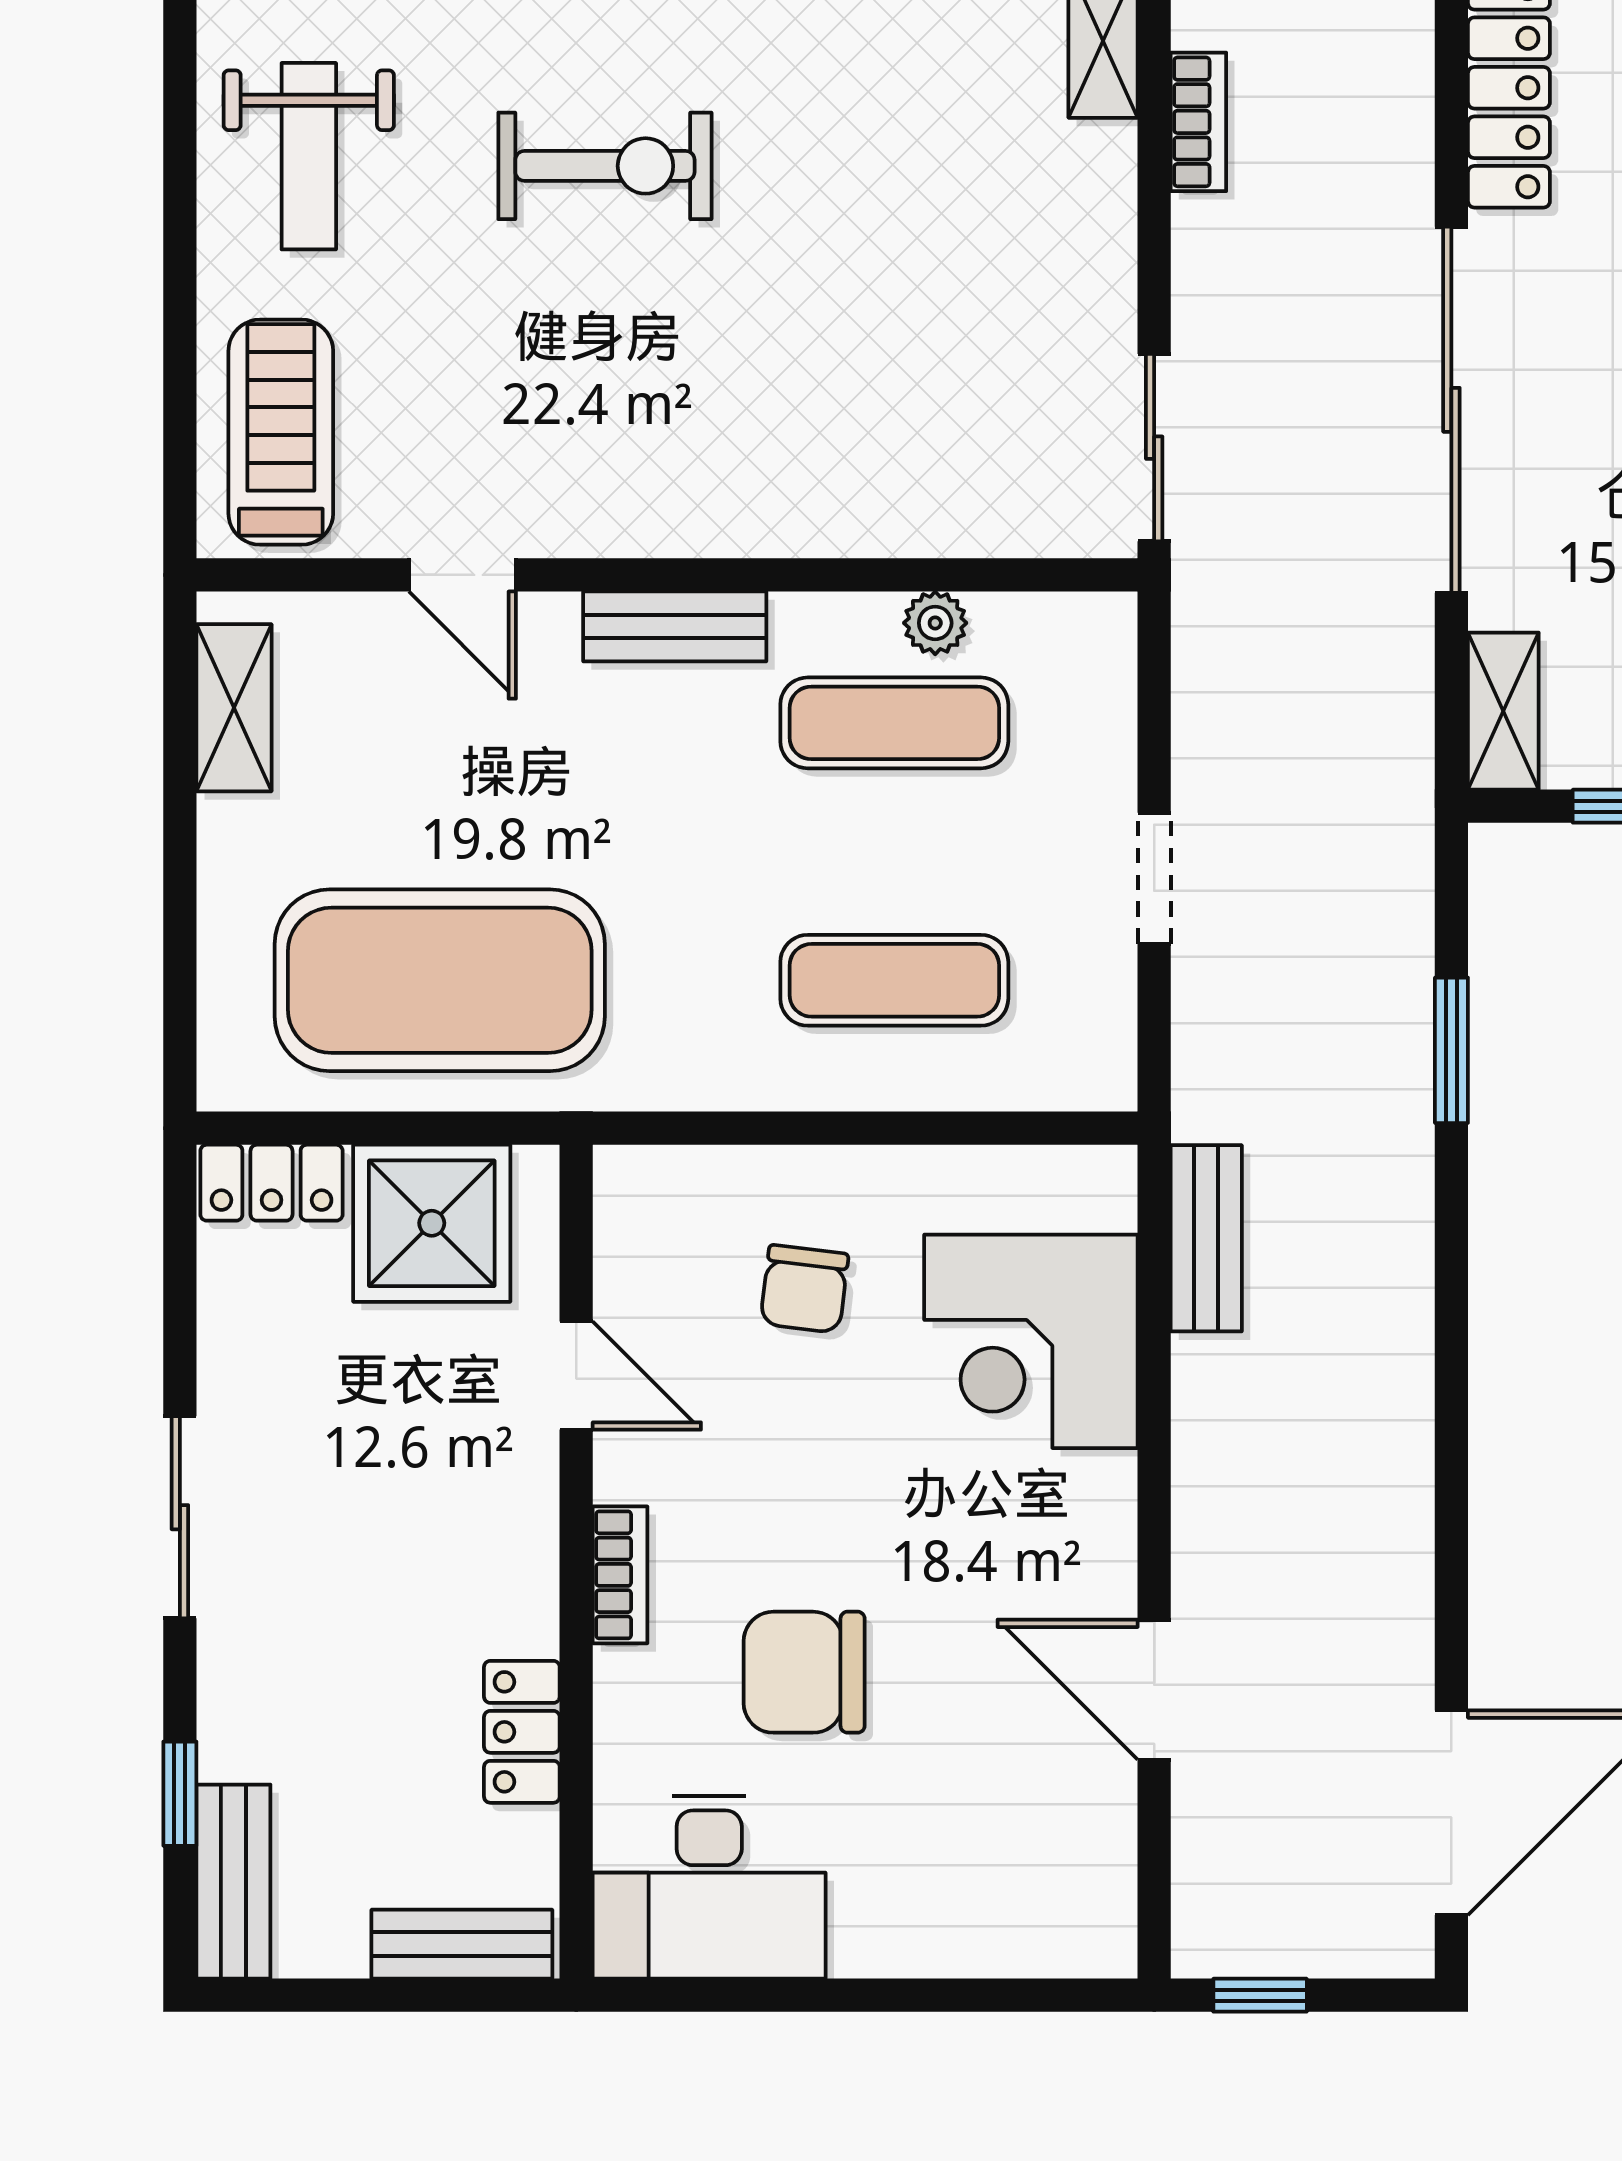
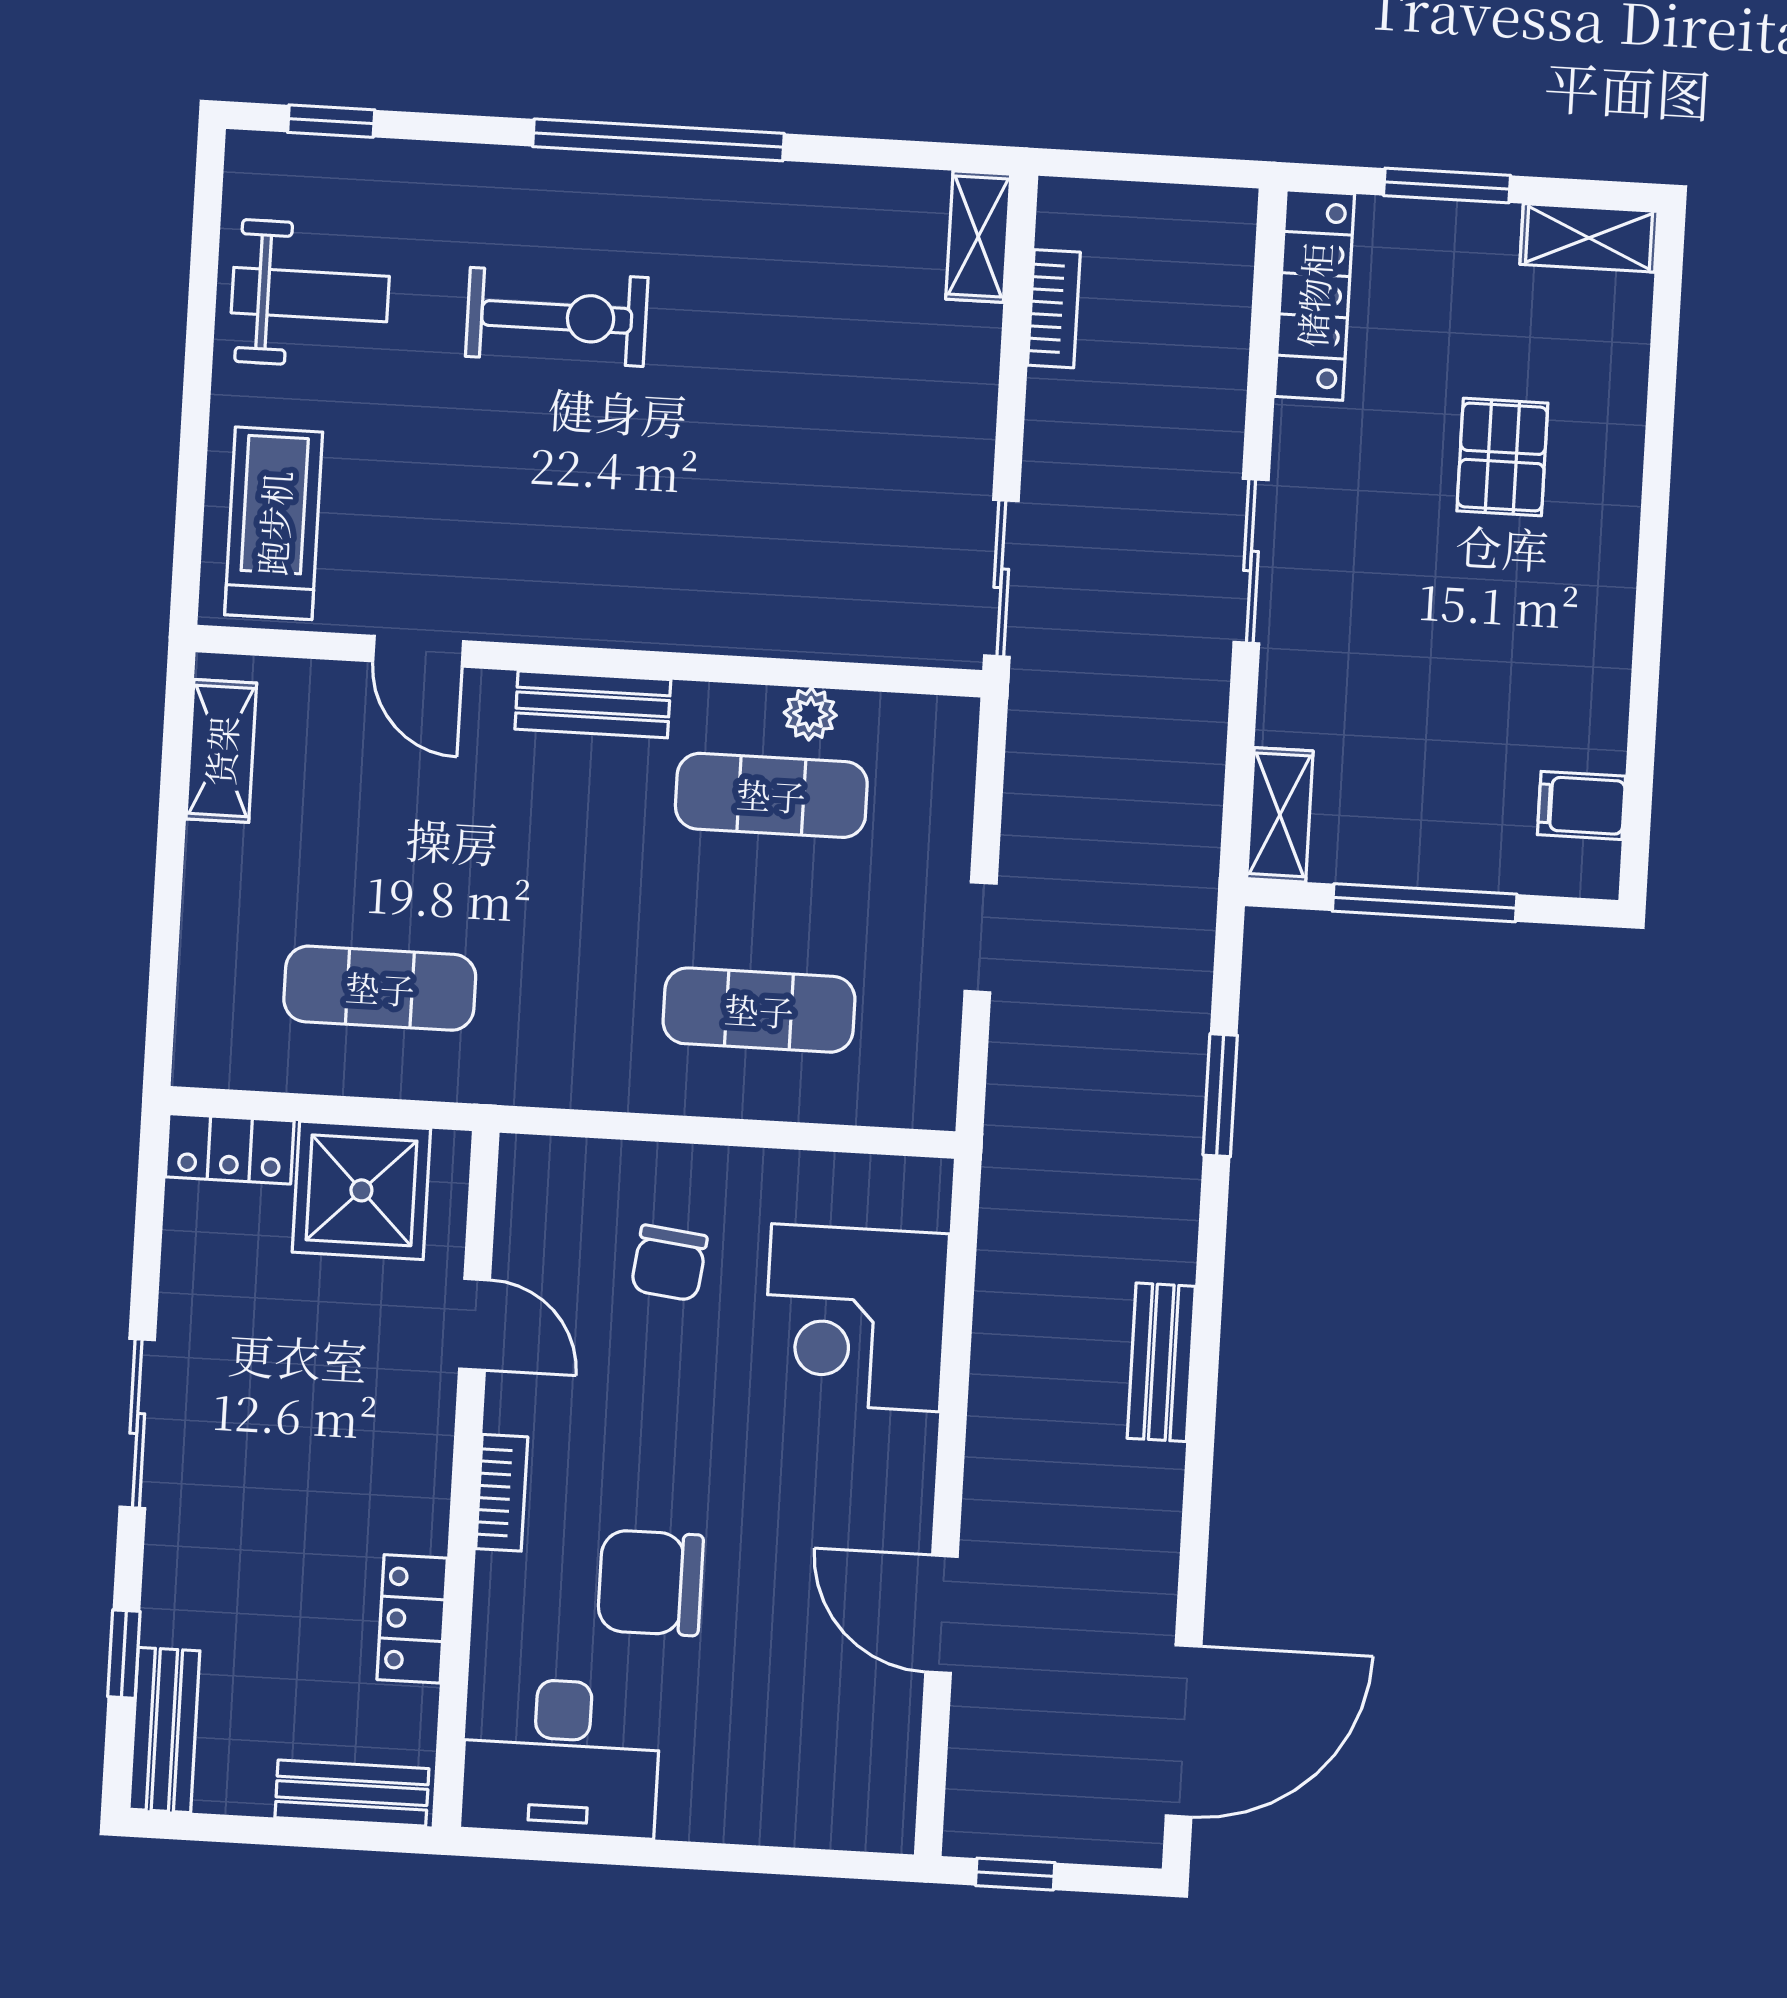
weight bench: (309, 156) -> (310, 295), turned -90
sliding door: (1451, 410) -> (1251, 561), width x0.54
exercise mat: (440, 980) -> (380, 988), width x0.50, depth x0.69
bench: (1206, 1238) -> (1161, 1362), moved

